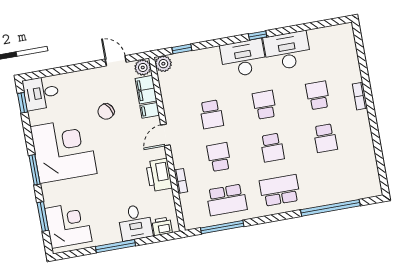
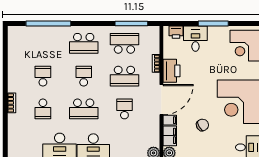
school desk: (265, 105) -> (84, 109), width x1.85
door: (165, 135) -> (161, 100), width x1.87
school desk: (219, 157) -> (124, 76), width x1.85

